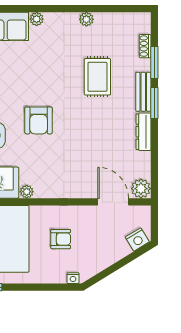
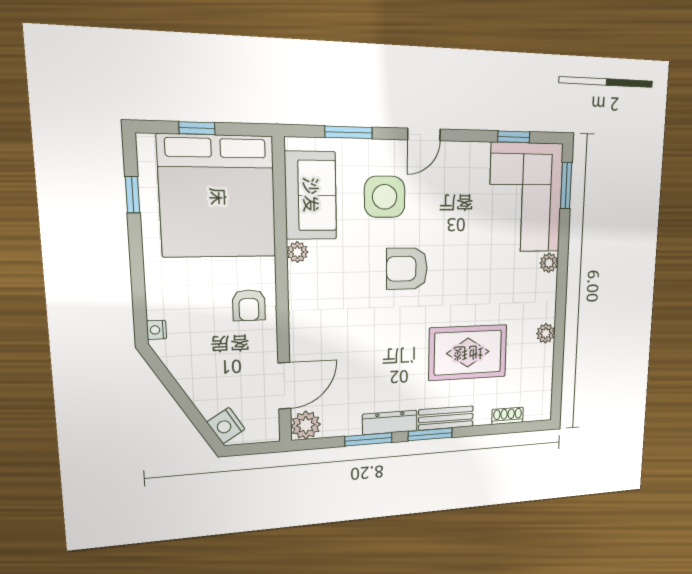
window: (154, 63) -> (369, 439), moved
rug: (97, 77) -> (468, 353), width x1.36, depth x1.43
armchair: (61, 239) -> (249, 305), moved

